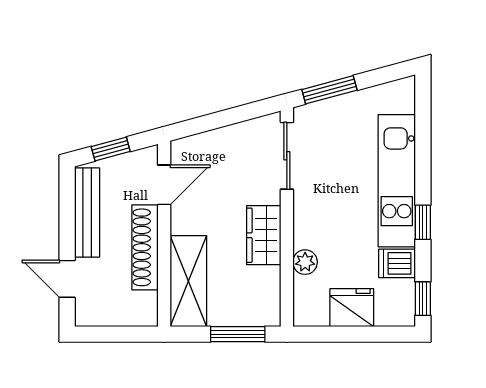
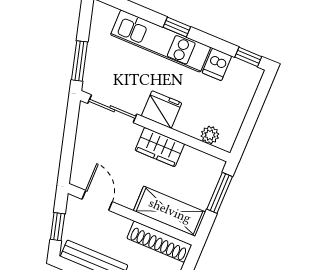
window: (423, 222) -> (177, 27), moved
shoe rack: (145, 247) -> (159, 242), moved
plant: (305, 262) -> (210, 135), moved
fridge: (352, 308) -> (162, 109), moved, turned 90

